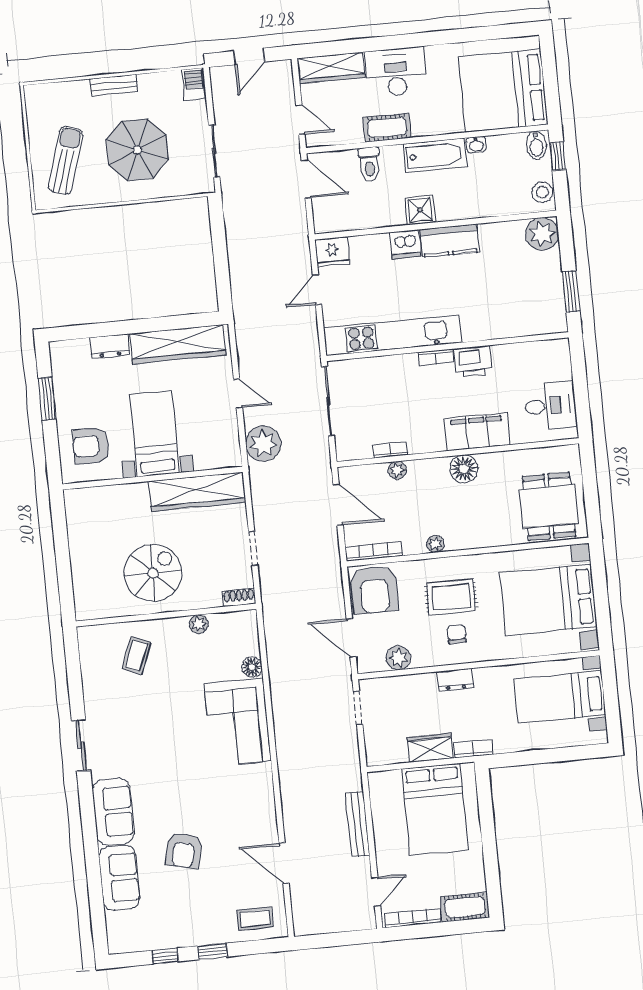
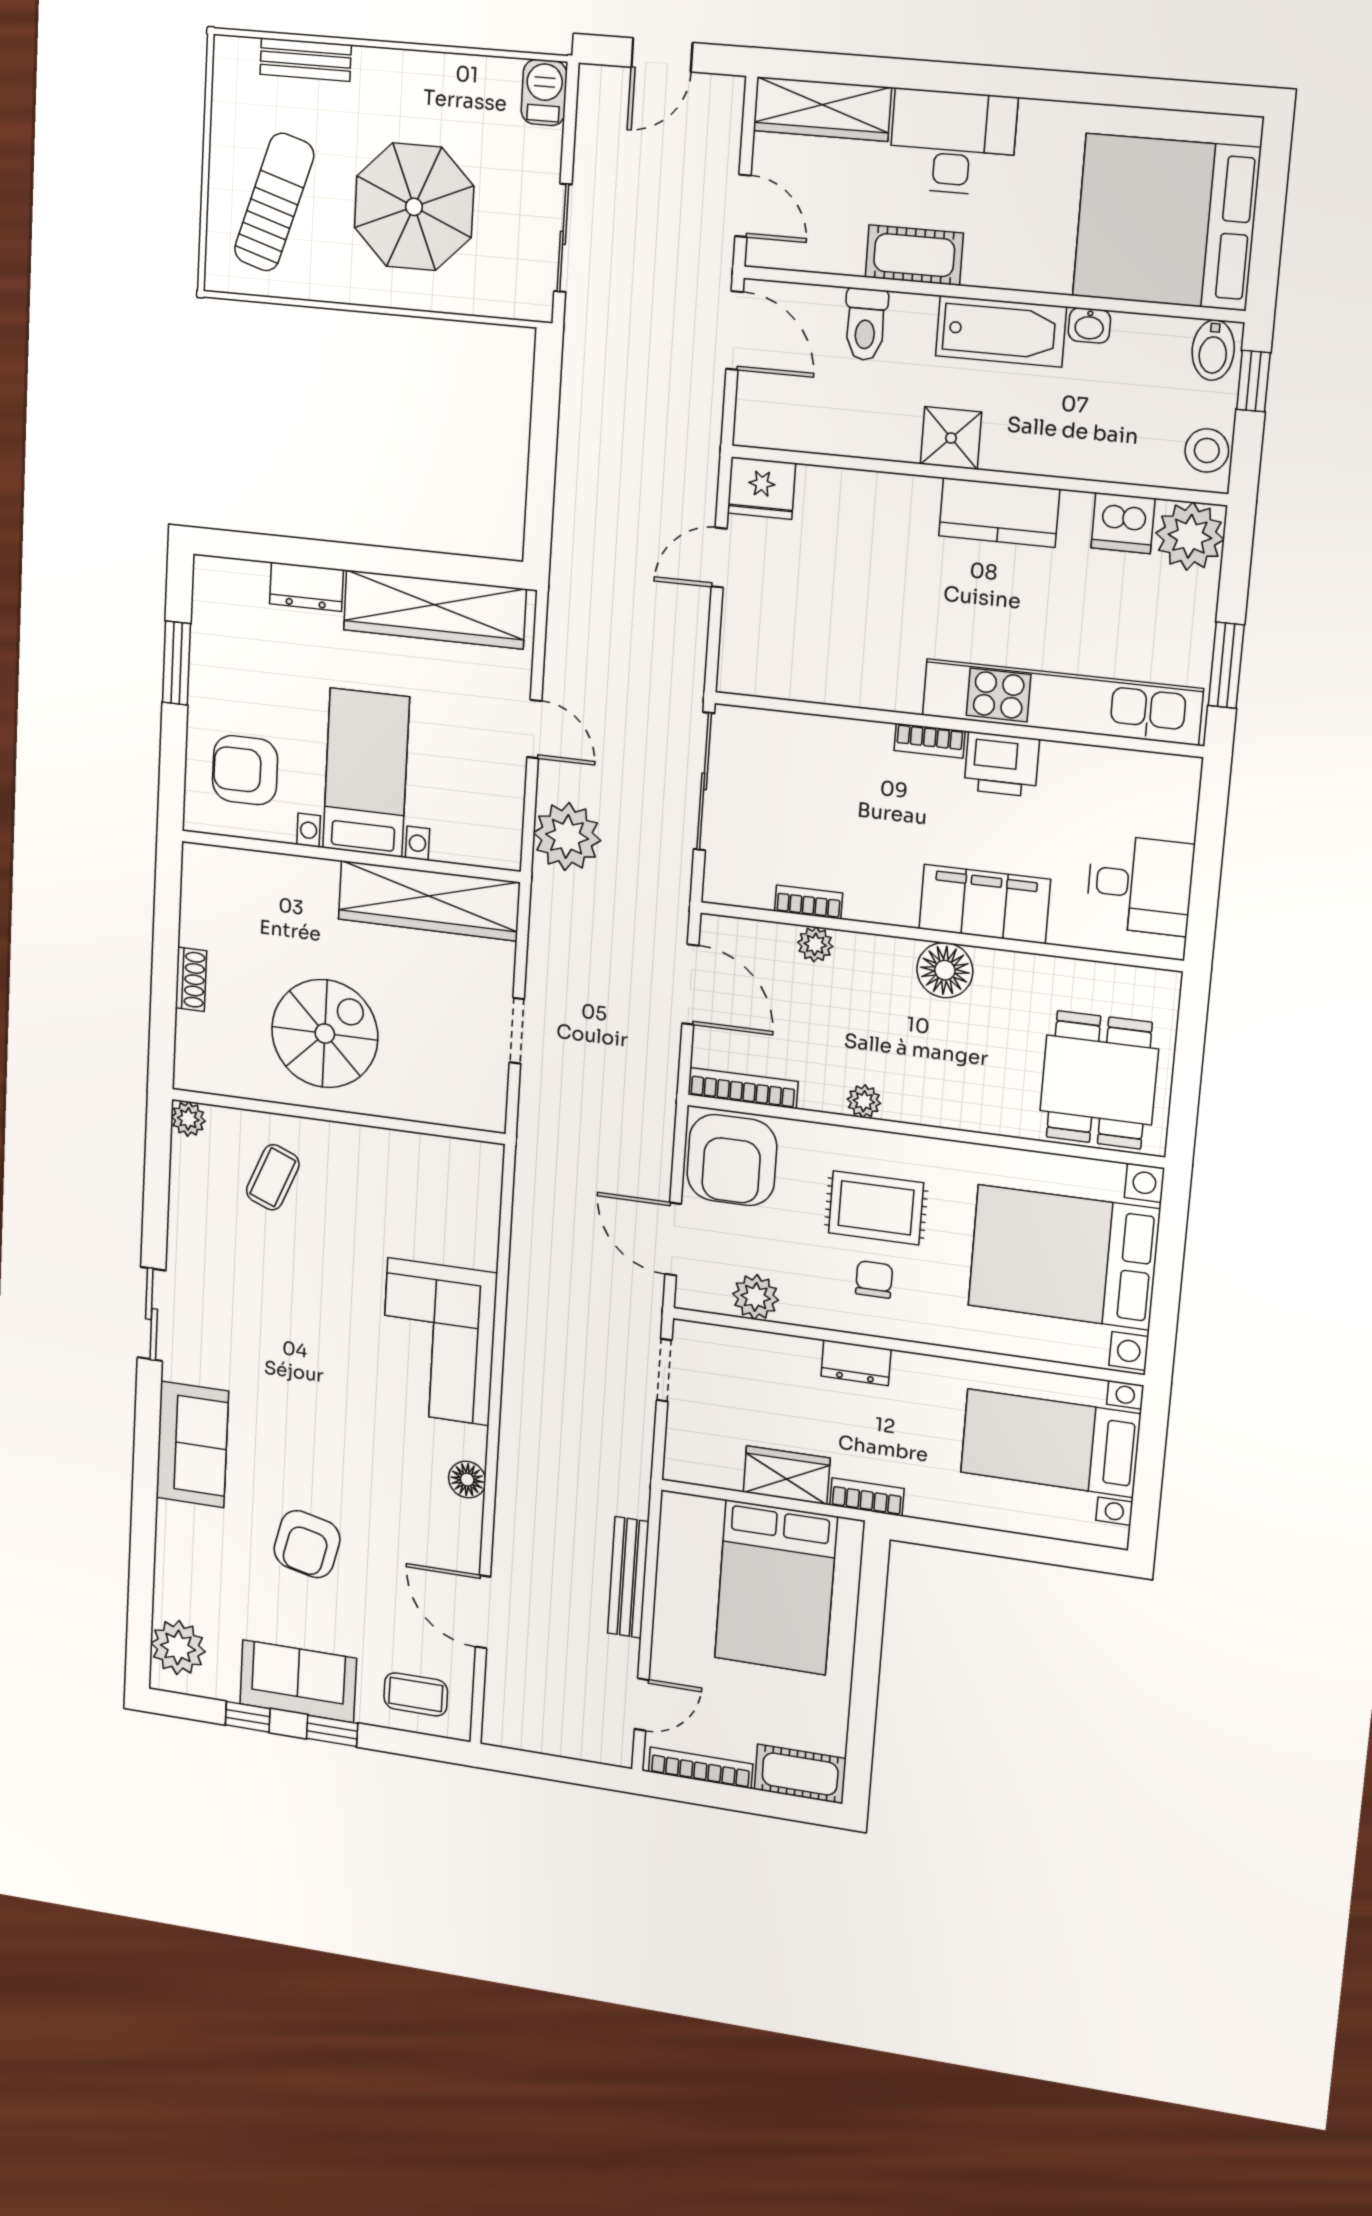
bench: (114, 85) -> (306, 60), moved
dishwasher: (405, 244) -> (1123, 523), moved
kitchen unit: (392, 335) -> (1062, 702), moved
shoe rack: (239, 597) -> (191, 979), moved, turned 90
plant: (199, 624) -> (188, 1119), moved
floor lamp: (252, 667) -> (467, 1480), moved
sofa: (119, 878) -> (298, 1681), moved, turned -90
plant: (121, 927) -> (178, 1647), added

